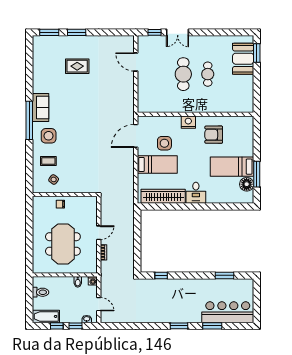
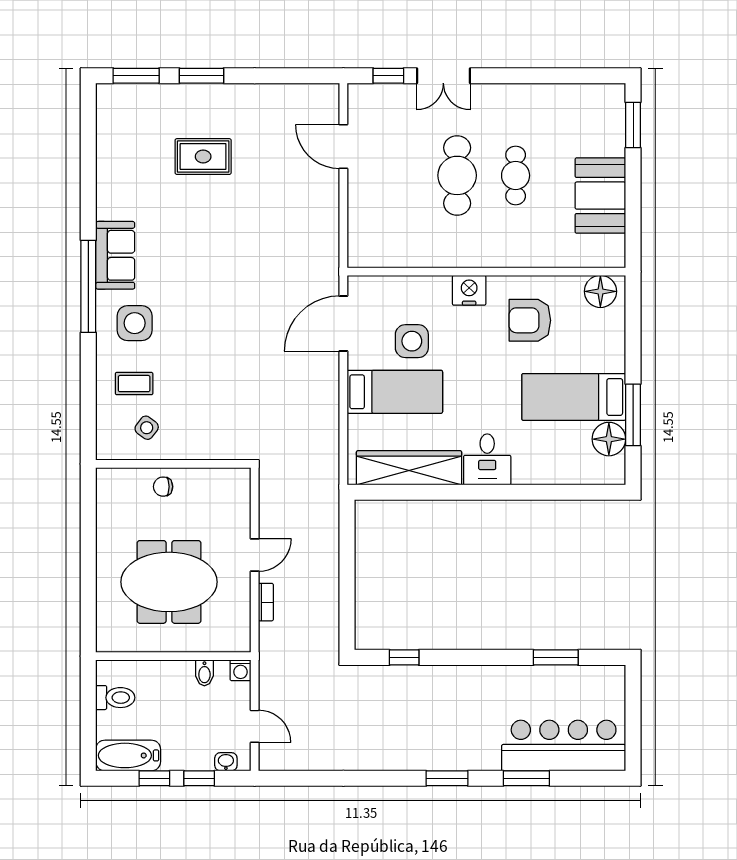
booth: (243, 59) -> (600, 196), moved
floor lamp: (243, 123) -> (600, 291), added
meeting table: (63, 244) -> (169, 582), turned 90

